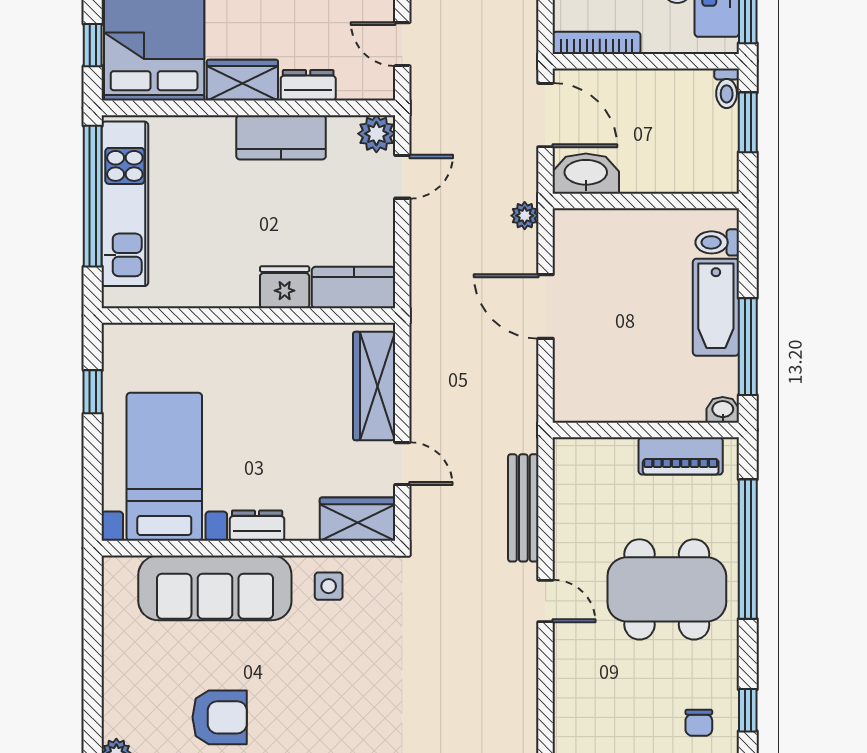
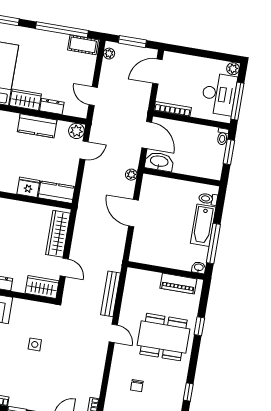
window: (748, 549) -> (199, 326), width x0.32
side table: (329, 586) -> (35, 344), moved
chair: (699, 723) -> (137, 386), moved

